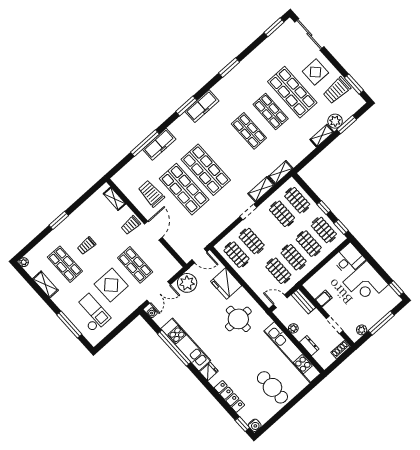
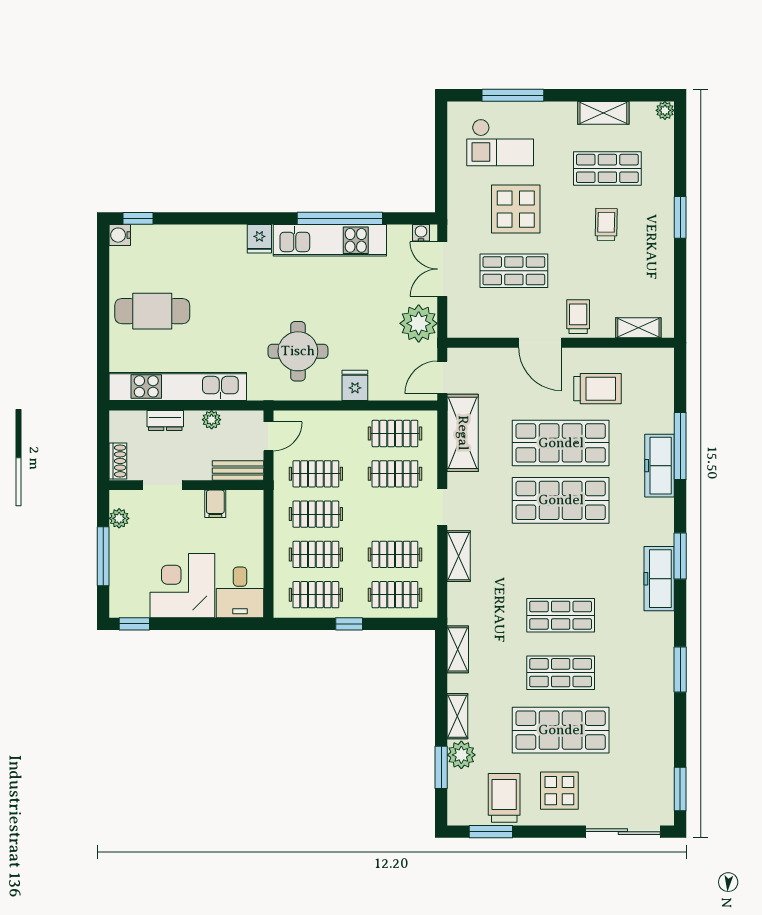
shelving: (281, 172) -> (458, 649), moved
window: (341, 227) -> (298, 624), removed
shelving: (213, 229) -> (463, 433), added
fridge: (226, 283) -> (355, 385), width x0.53, depth x0.75
locker: (229, 396) -> (196, 236), removed

